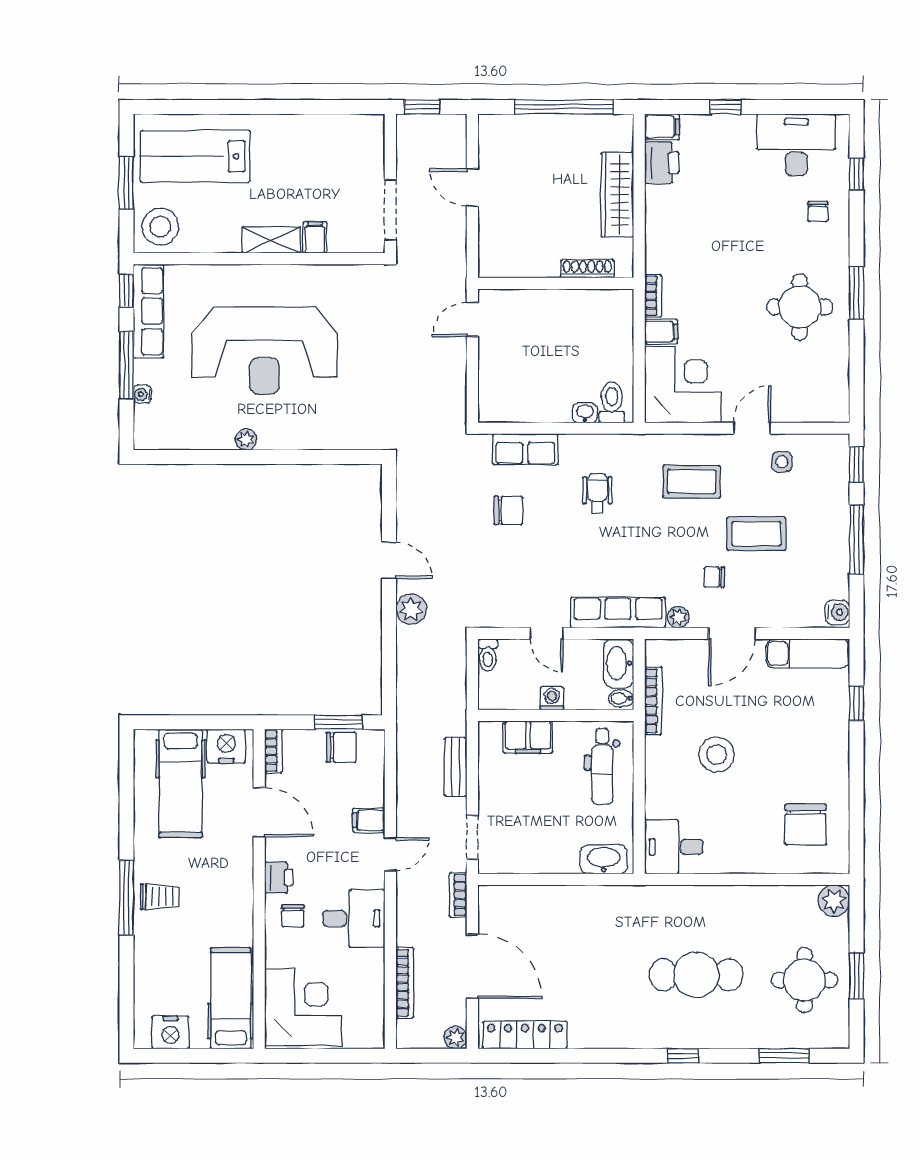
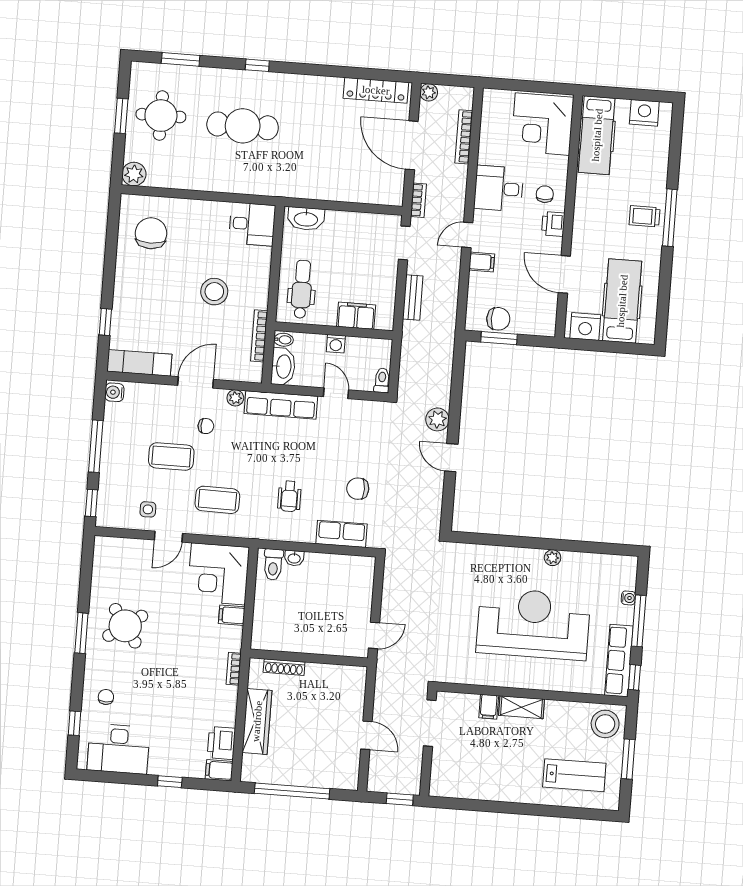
lab bench: (195, 156) -> (574, 775), width x0.73, depth x0.72
bookcase: (653, 296) -> (234, 669), moved
round table: (800, 307) -> (125, 626), turned -35
chair: (341, 747) -> (498, 319), turned 180
bookcase: (273, 751) -> (550, 320), removed

